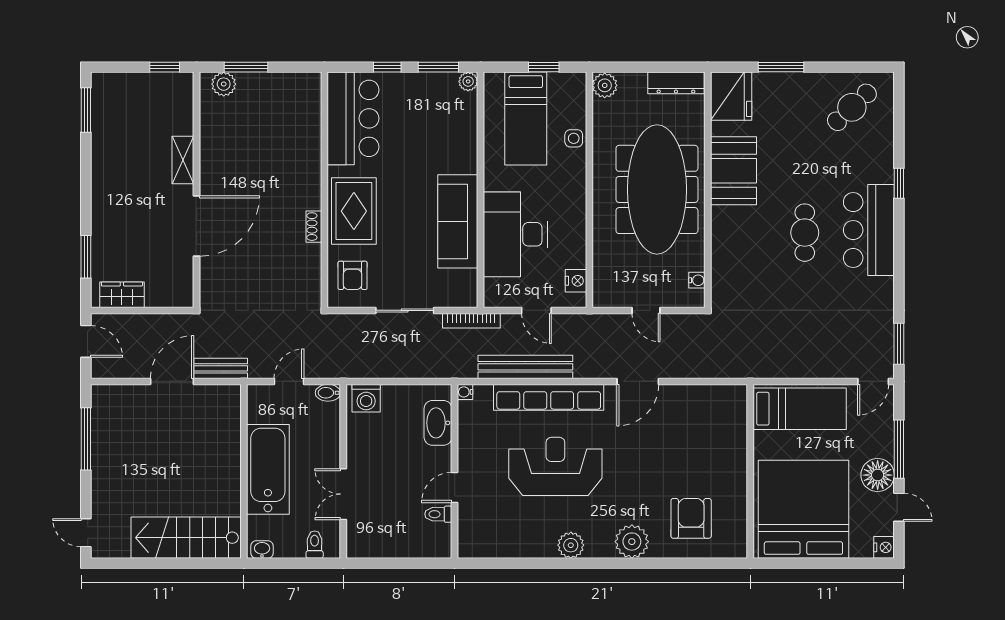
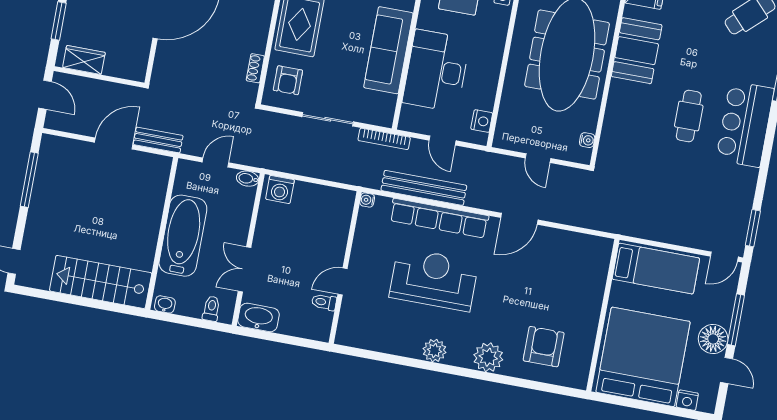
shoe rack: (314, 227) -> (255, 68), moved
washbasin: (438, 423) -> (258, 317), moved, turned 90
nightstand: (884, 547) -> (687, 400), moved, turned 90

